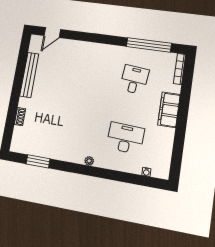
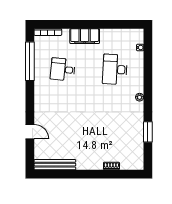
door: (52, 33) -> (30, 132), moved
bench: (29, 75) -> (55, 165), moved
window: (38, 161) -> (148, 132), moved

